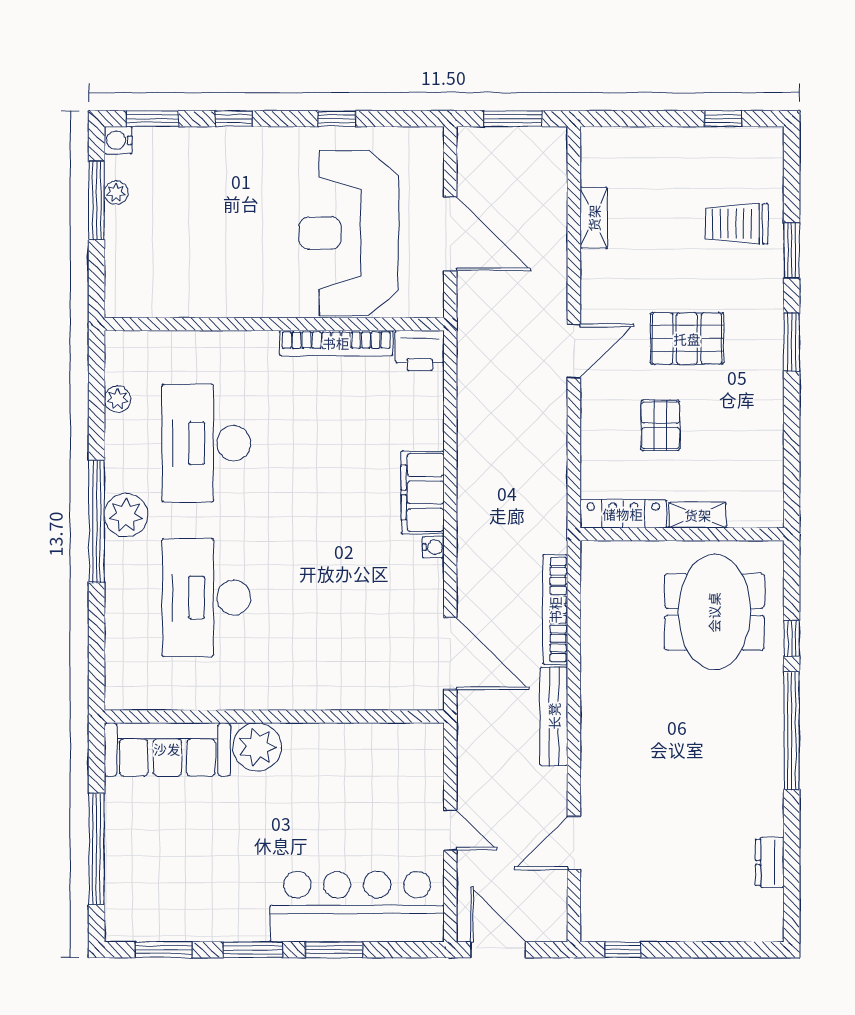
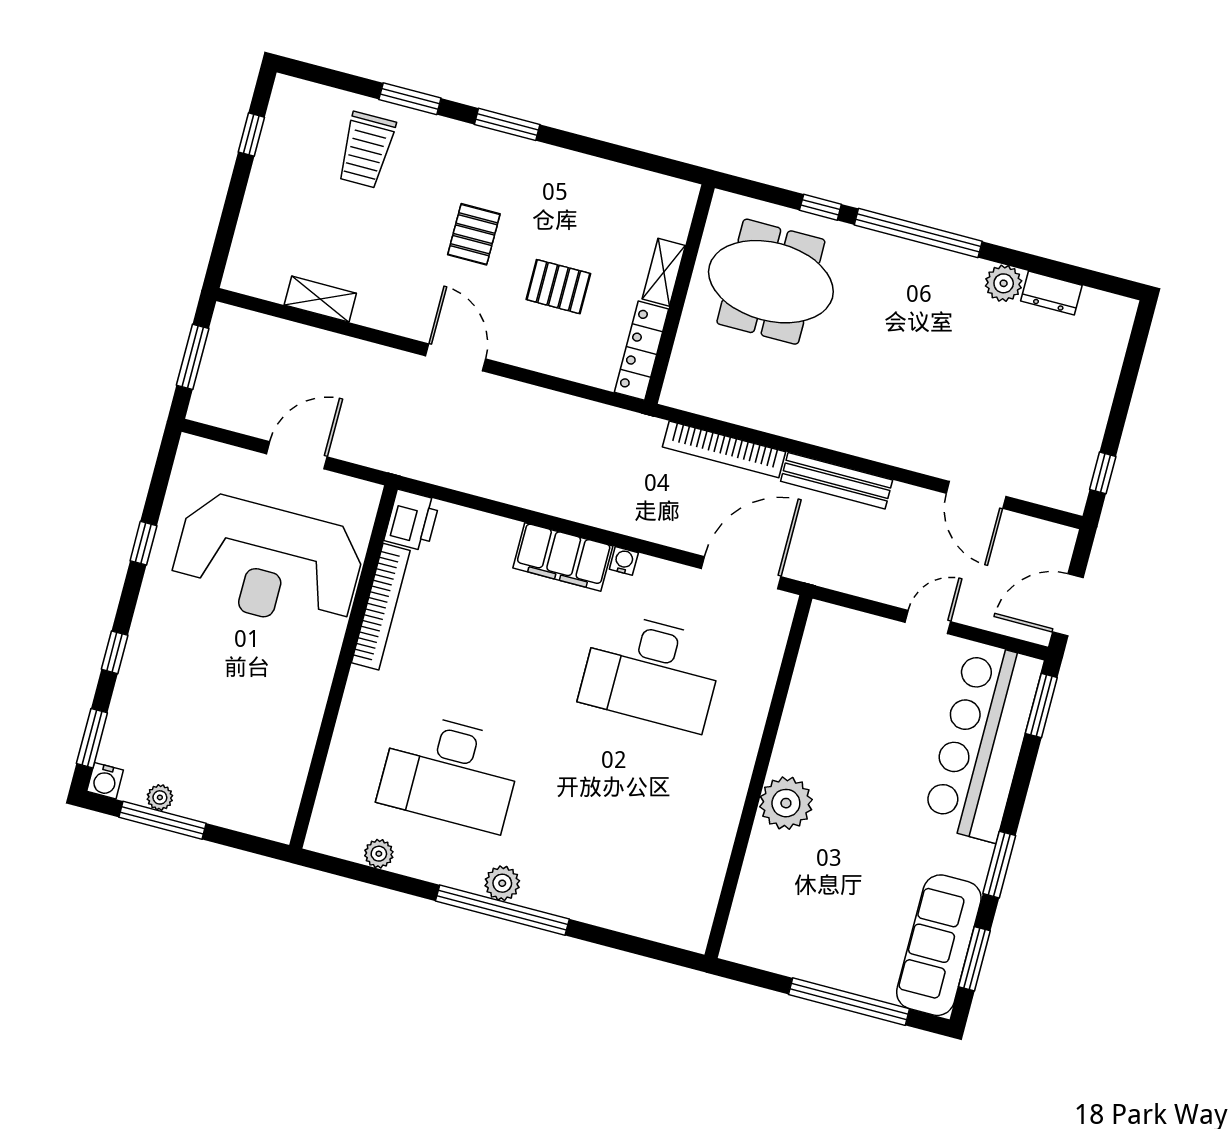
door: (450, 234) -> (297, 455), width x0.73
pallet: (687, 339) -> (474, 234), width x0.67, depth x0.71
plant: (126, 515) -> (502, 883), width x0.73, depth x0.73
desk: (206, 598) -> (652, 672), moved
sofa: (167, 749) -> (939, 945), moved, turned 180
plant: (767, 818) -> (1004, 283), added
window: (334, 950) -> (1041, 706), moved

